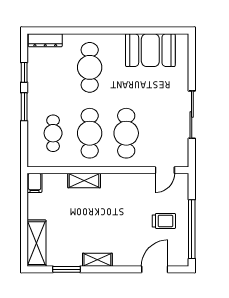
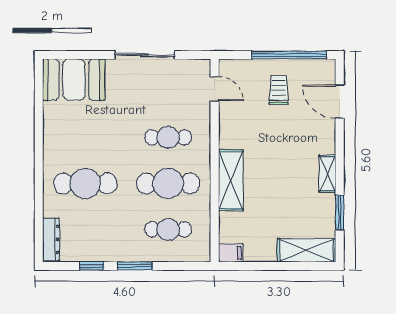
booth: (150, 50) -> (74, 80), moved, turned 90
cafe table: (126, 133) -> (168, 137), width x0.73, depth x0.74
shelving: (84, 180) -> (231, 180), width x1.50, depth x1.33

